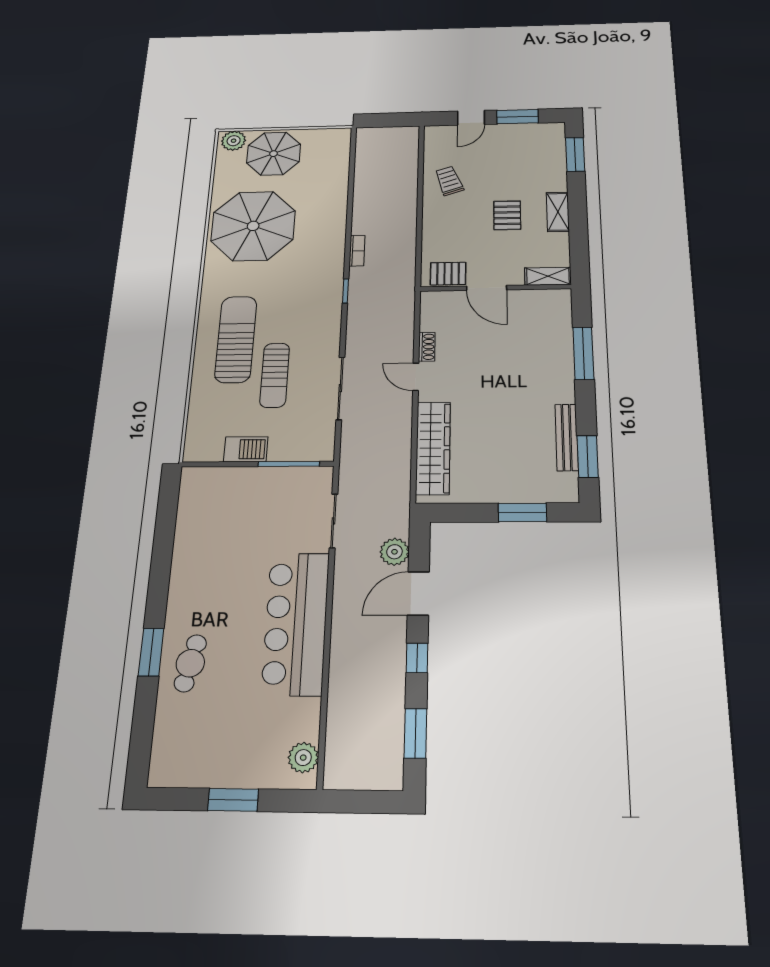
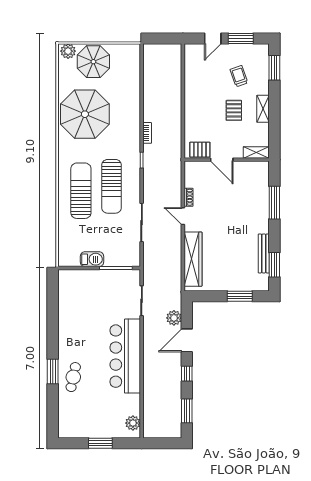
trolley: (449, 181) -> (239, 76), moved
sun lounger: (275, 375) -> (112, 186), moved, width x1.36, depth x1.34

